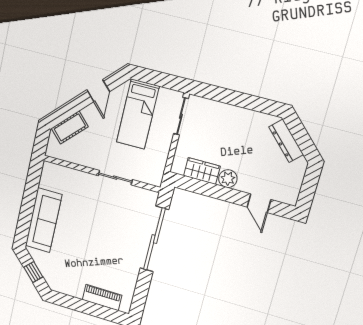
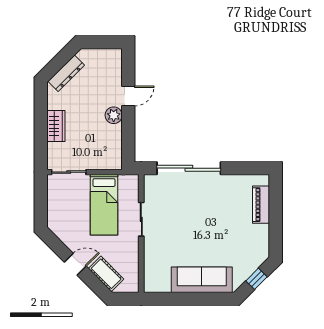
door: (98, 91) -> (75, 264), moved
bed: (138, 114) -> (104, 205), moved, turned 90
wardrobe: (202, 171) -> (56, 126), moved, turned 180
door: (259, 203) -> (128, 96), moved

